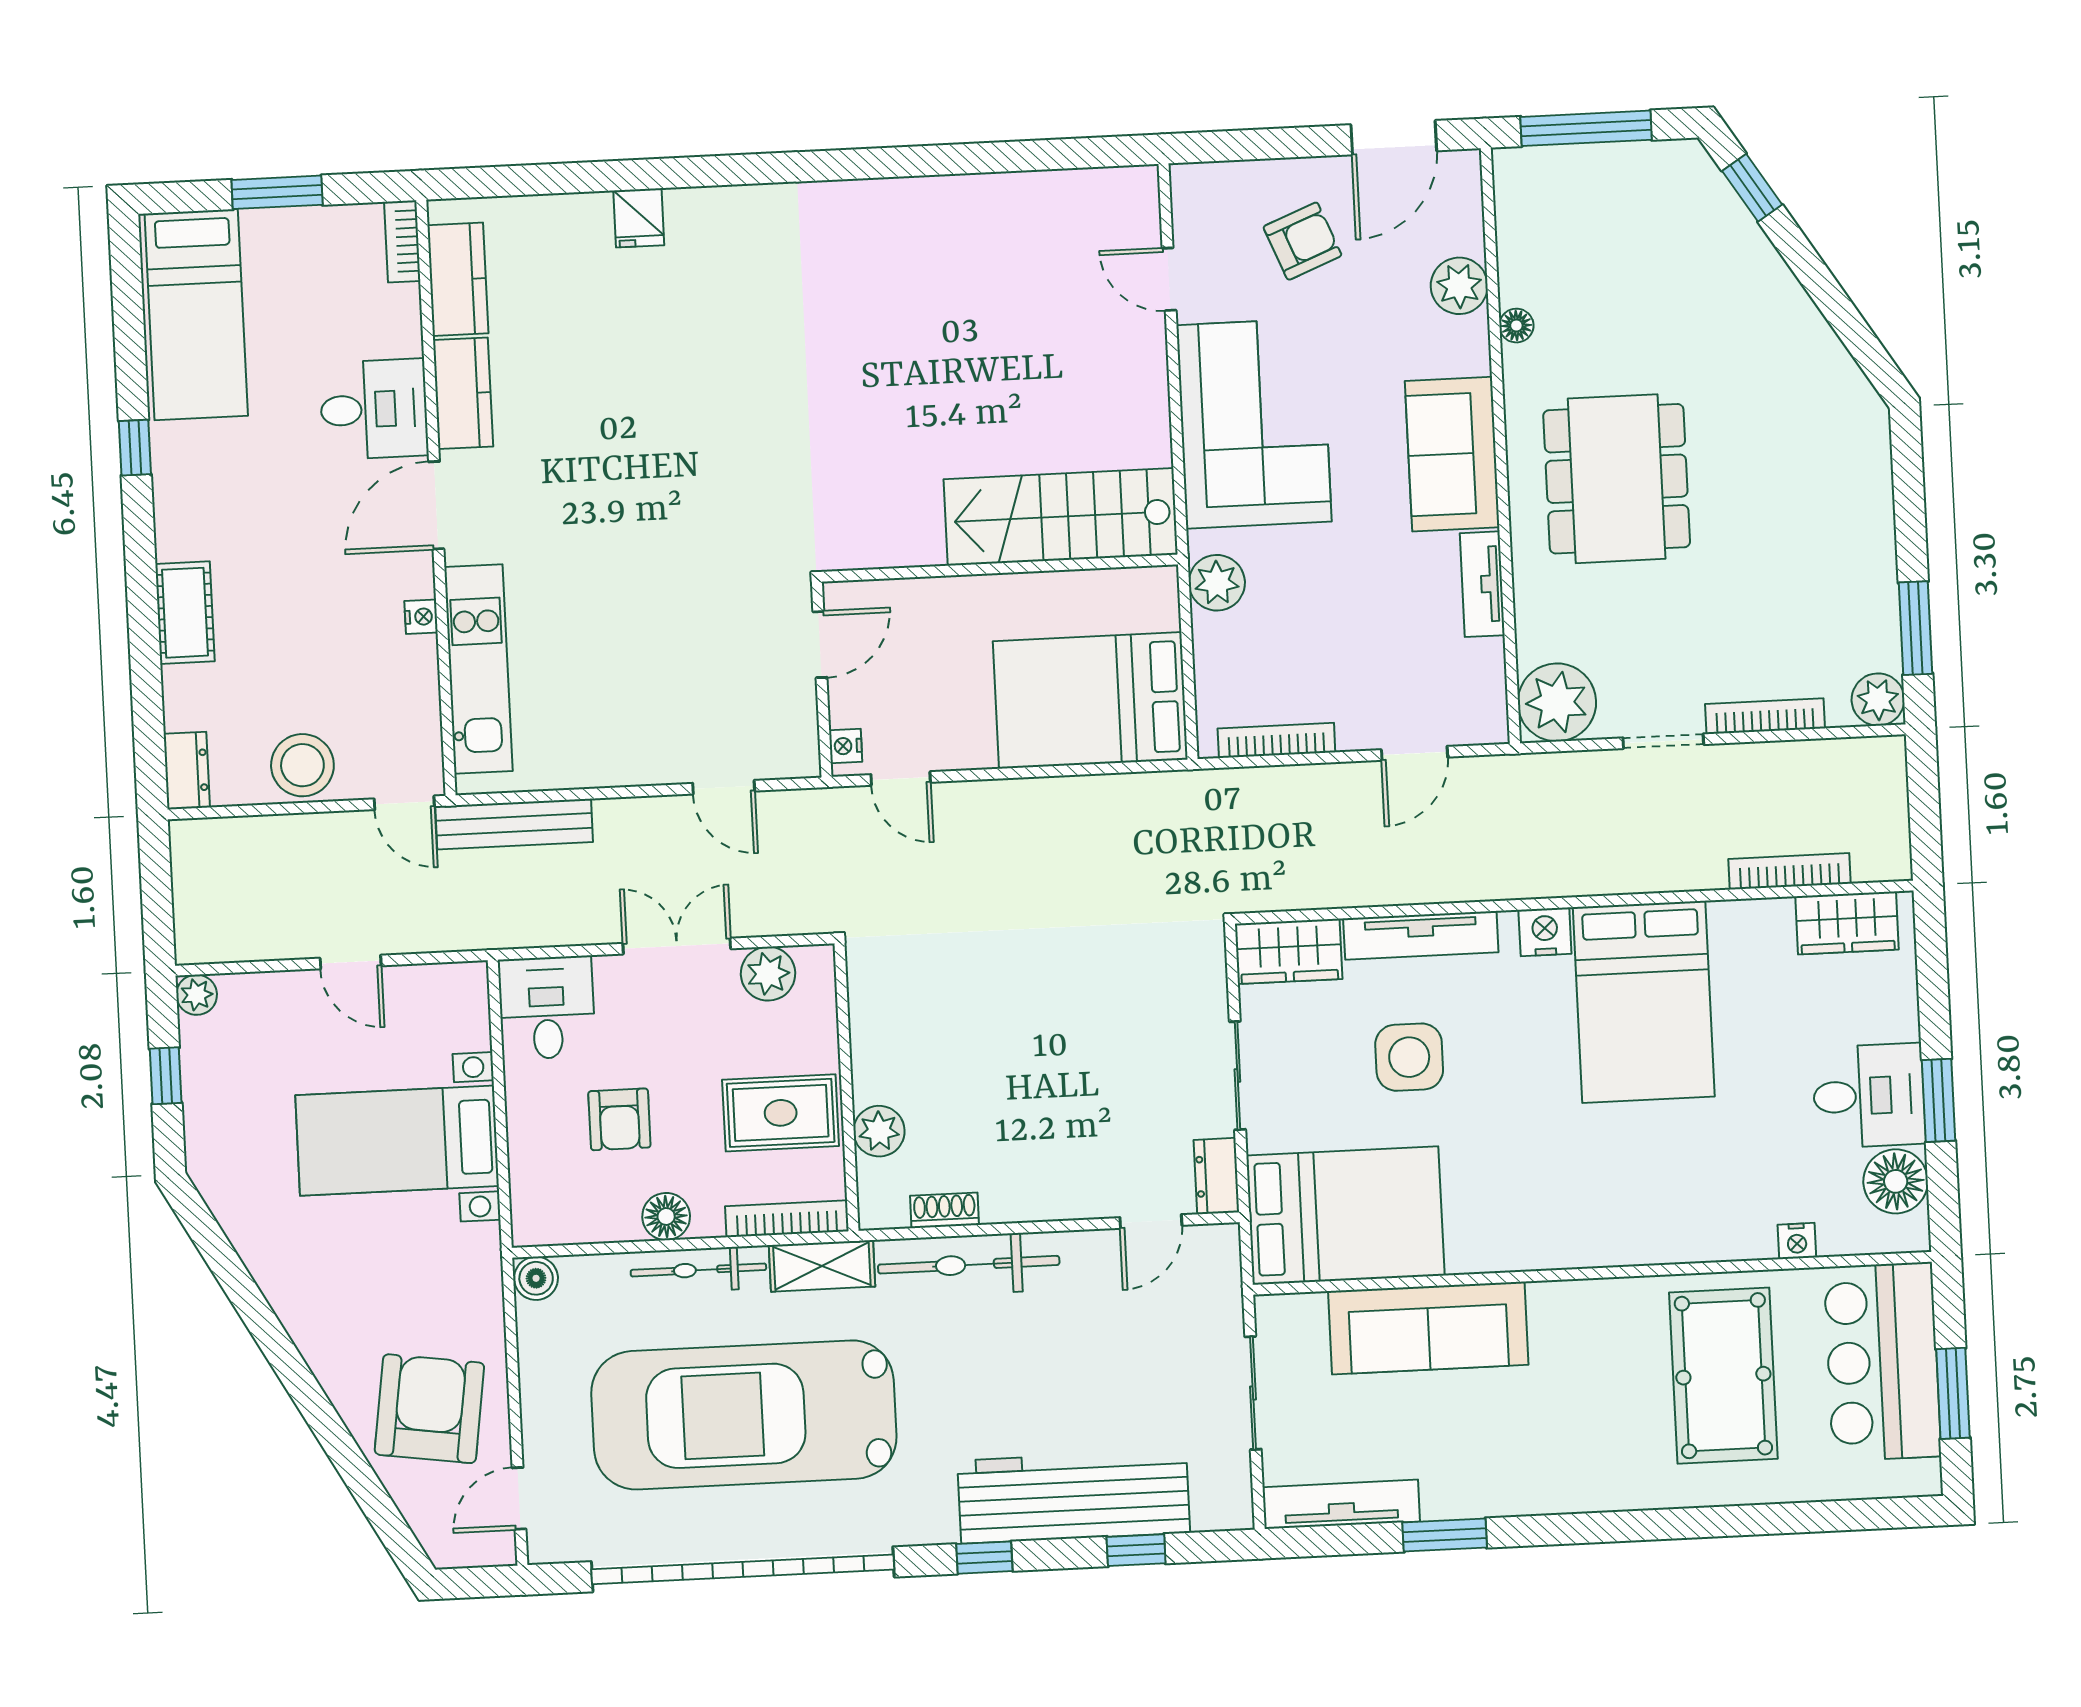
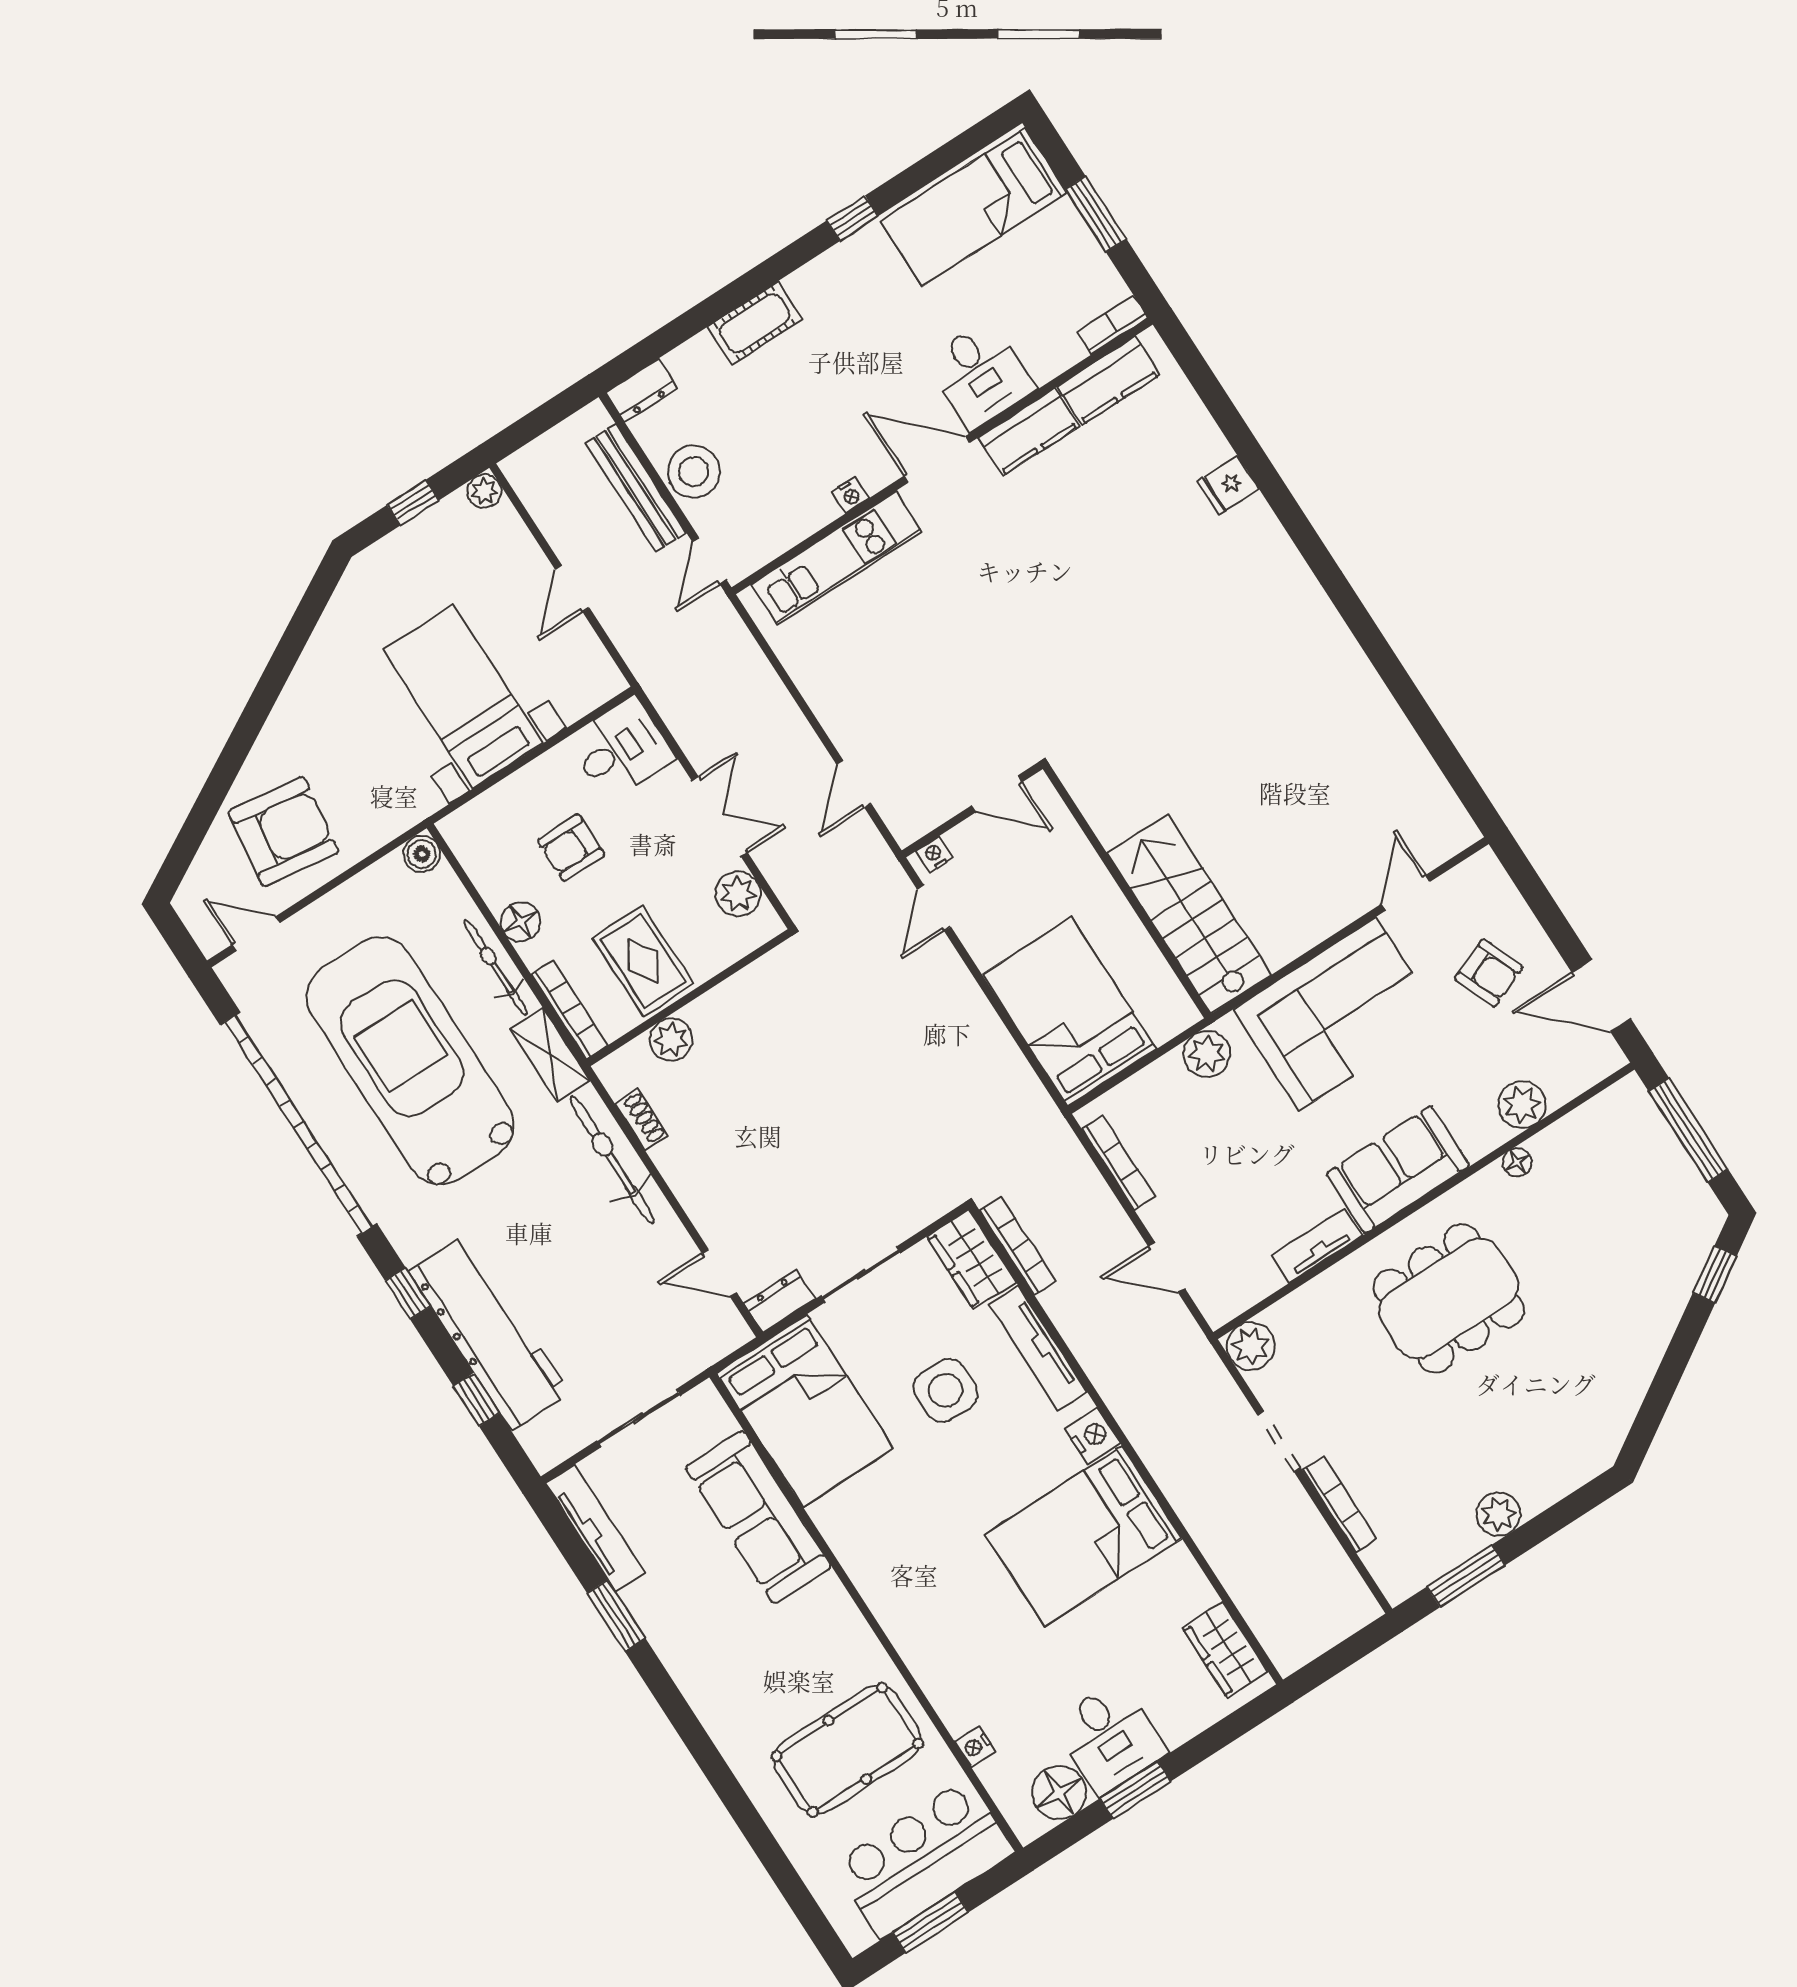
plant: (1878, 700) -> (1499, 1514), moved
plant: (1557, 702) -> (1251, 1346), width x0.73, depth x0.73
bench: (514, 824) -> (636, 488), moved
bookcase: (1790, 871) -> (1018, 1246), moved

